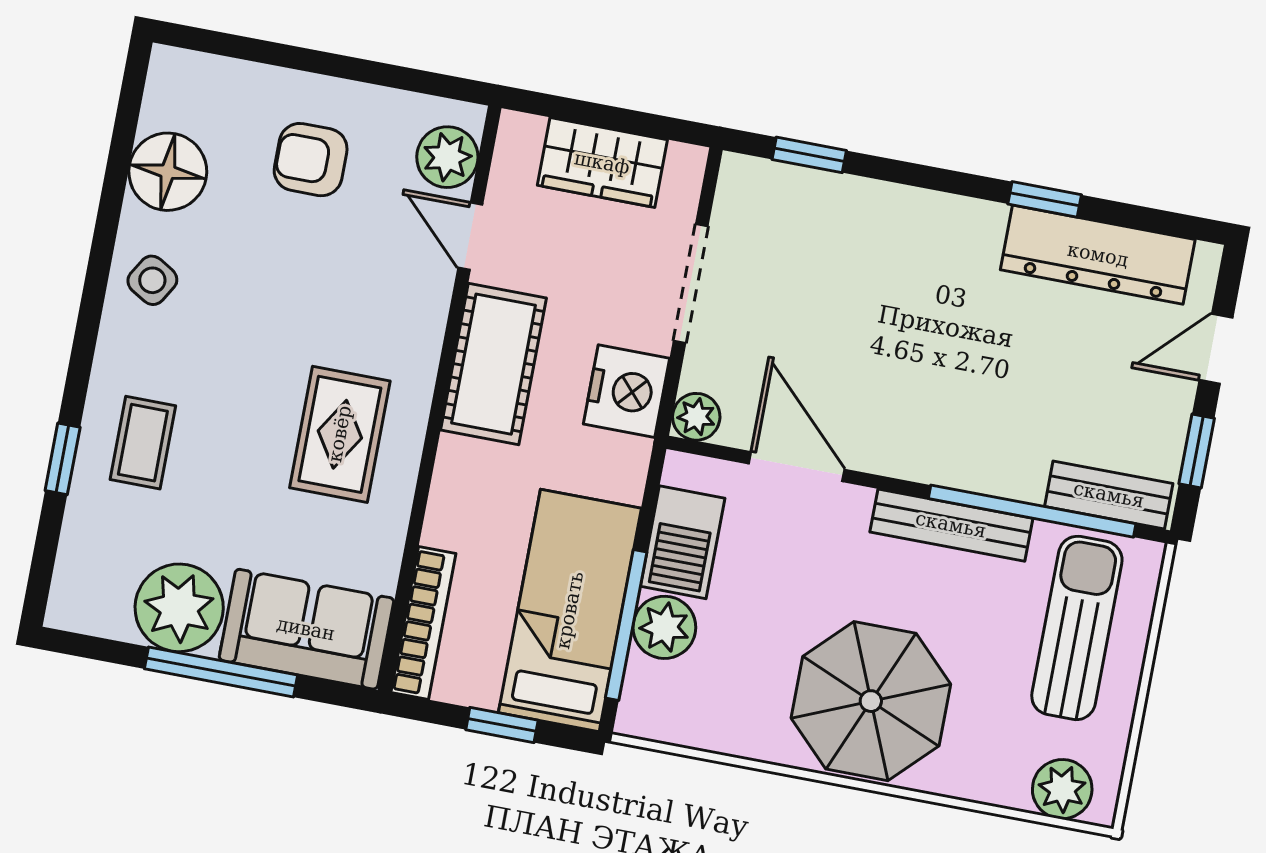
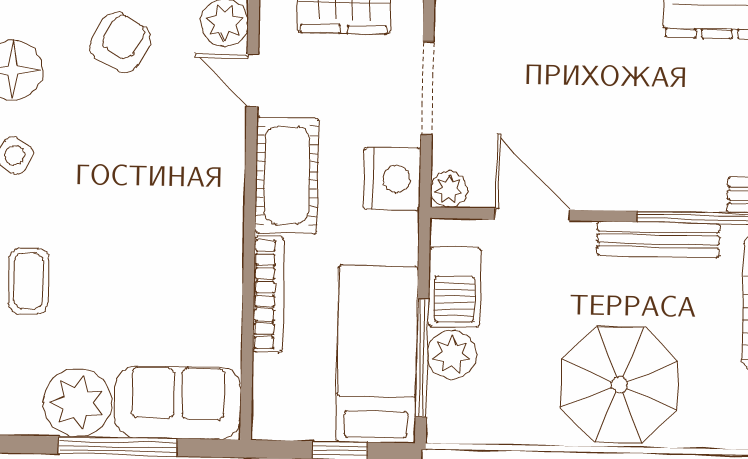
armchair: (311, 160) -> (120, 42), turned 119
rug: (340, 434) -> (178, 249), removed
bookcase: (423, 623) -> (268, 294), moved

